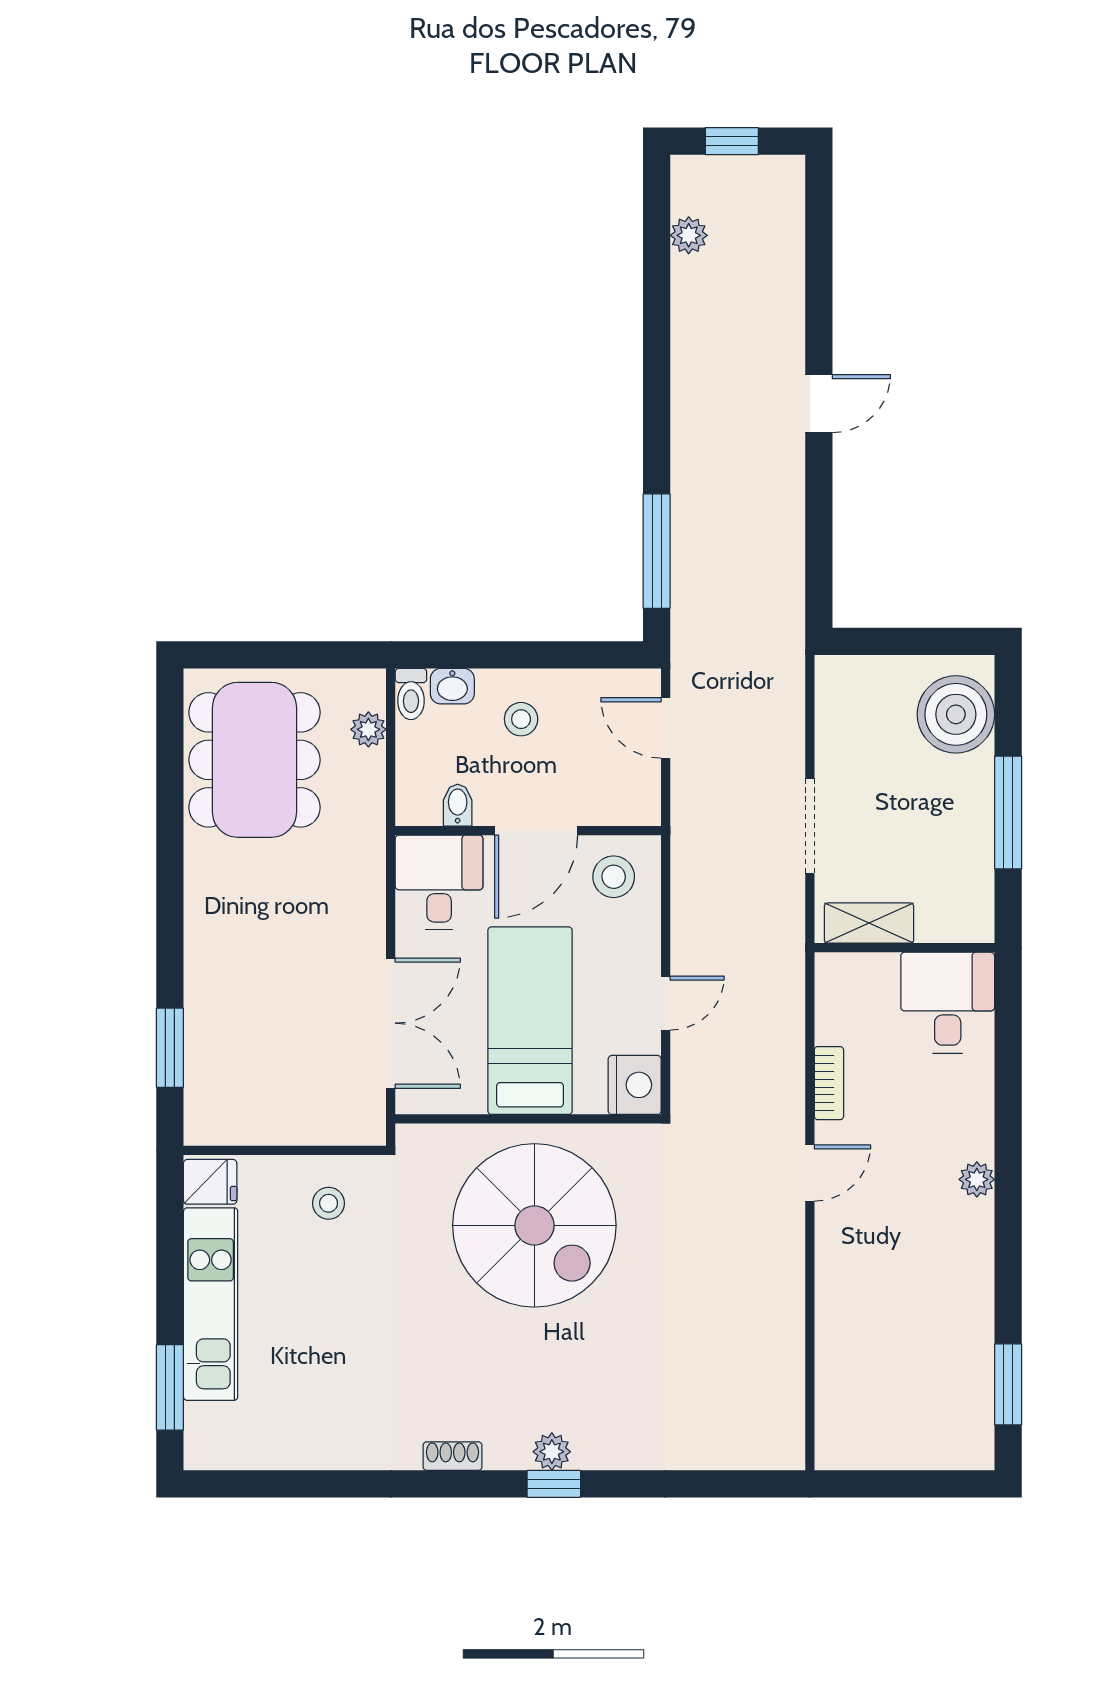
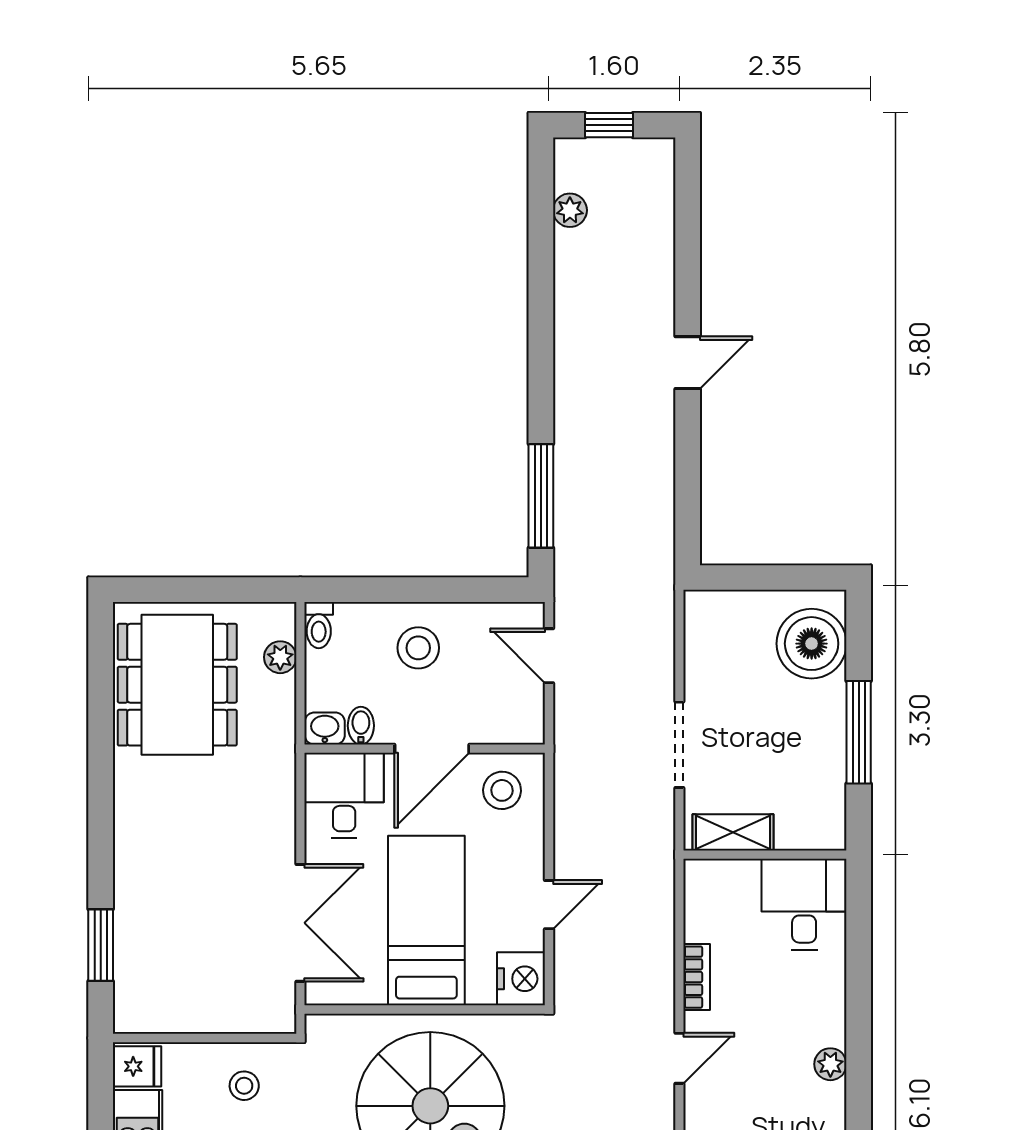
washbasin: (452, 686) -> (325, 728), moved, turned 180
stool: (521, 719) -> (418, 648), width x1.37, depth x1.37

